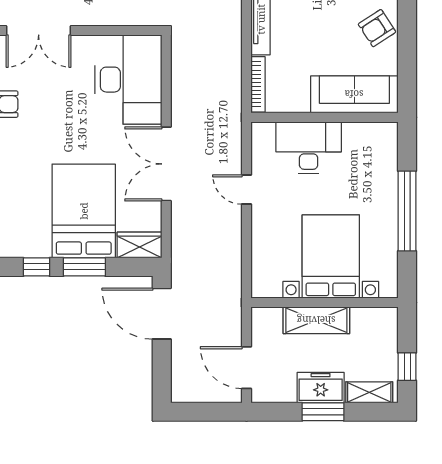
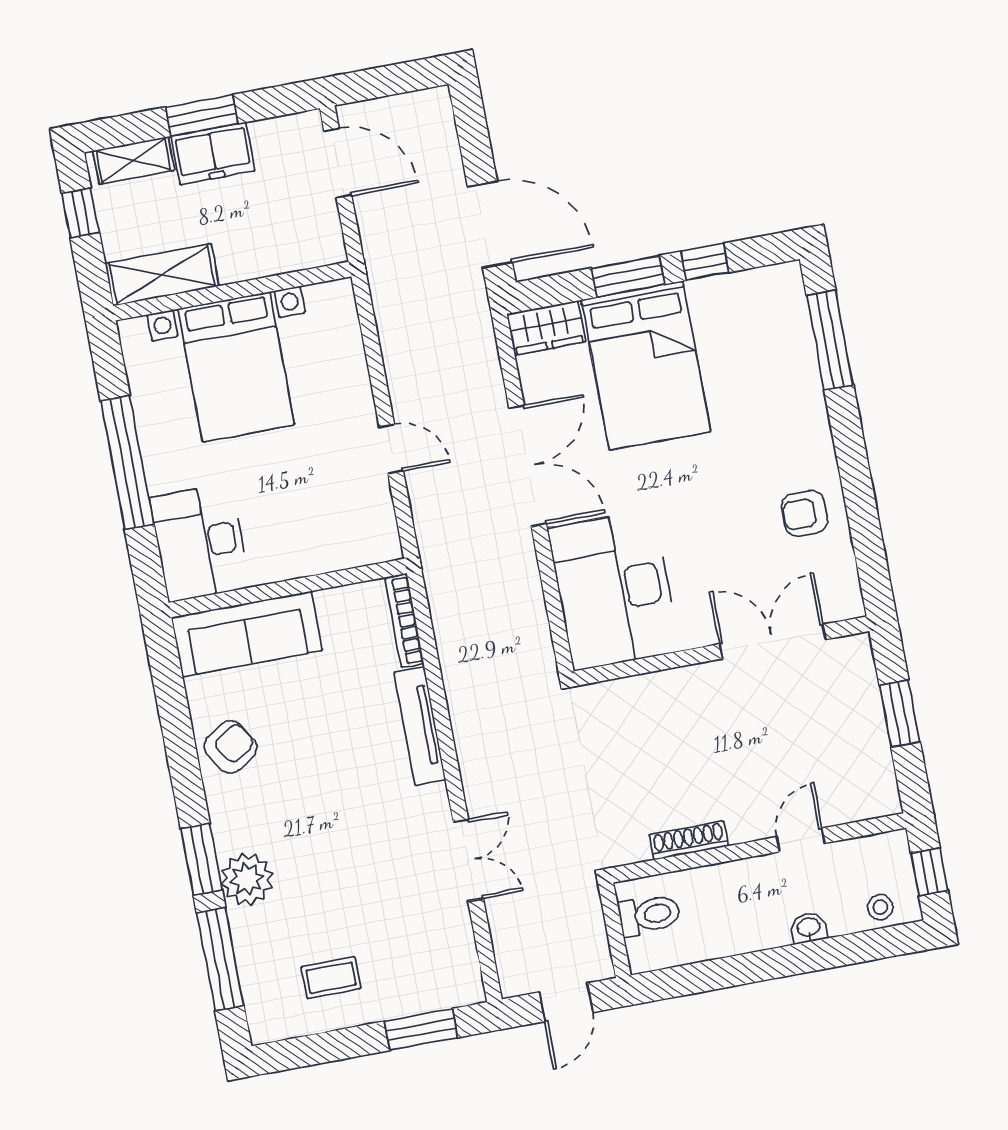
desk: (309, 148) -> (200, 543), moved, turned 90
shelving: (316, 320) -> (162, 275), moved

